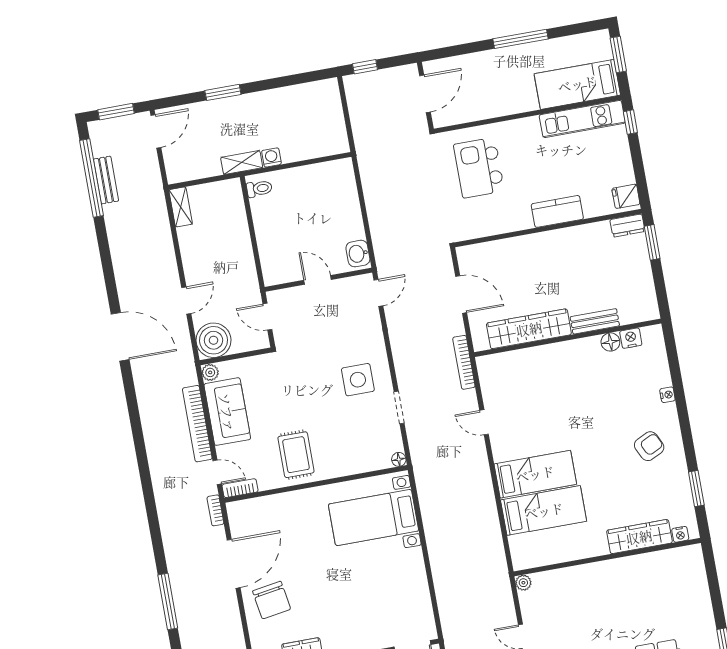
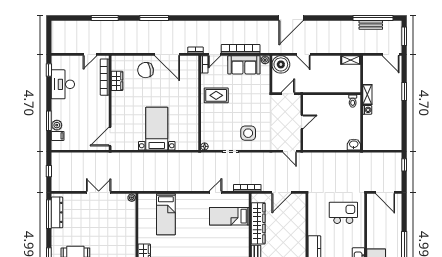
washbasin: (358, 254) -> (354, 145), moved
bed: (535, 474) -> (229, 216), moved, turned 90
bed with nightstands: (374, 518) -> (157, 129), moved

